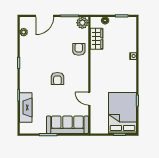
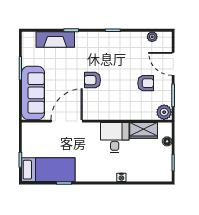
armchair: (79, 49) -> (146, 83), moved
desk: (102, 61) -> (115, 138), added
door: (89, 99) -> (67, 121), width x1.88
bed: (122, 113) -> (48, 170), width x0.67

